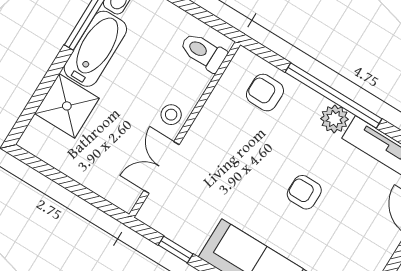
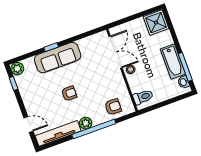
shower: (67, 106) -> (156, 23), moved
double door: (161, 167) -> (115, 52), width x1.37
window: (176, 250) -> (84, 35), removed

